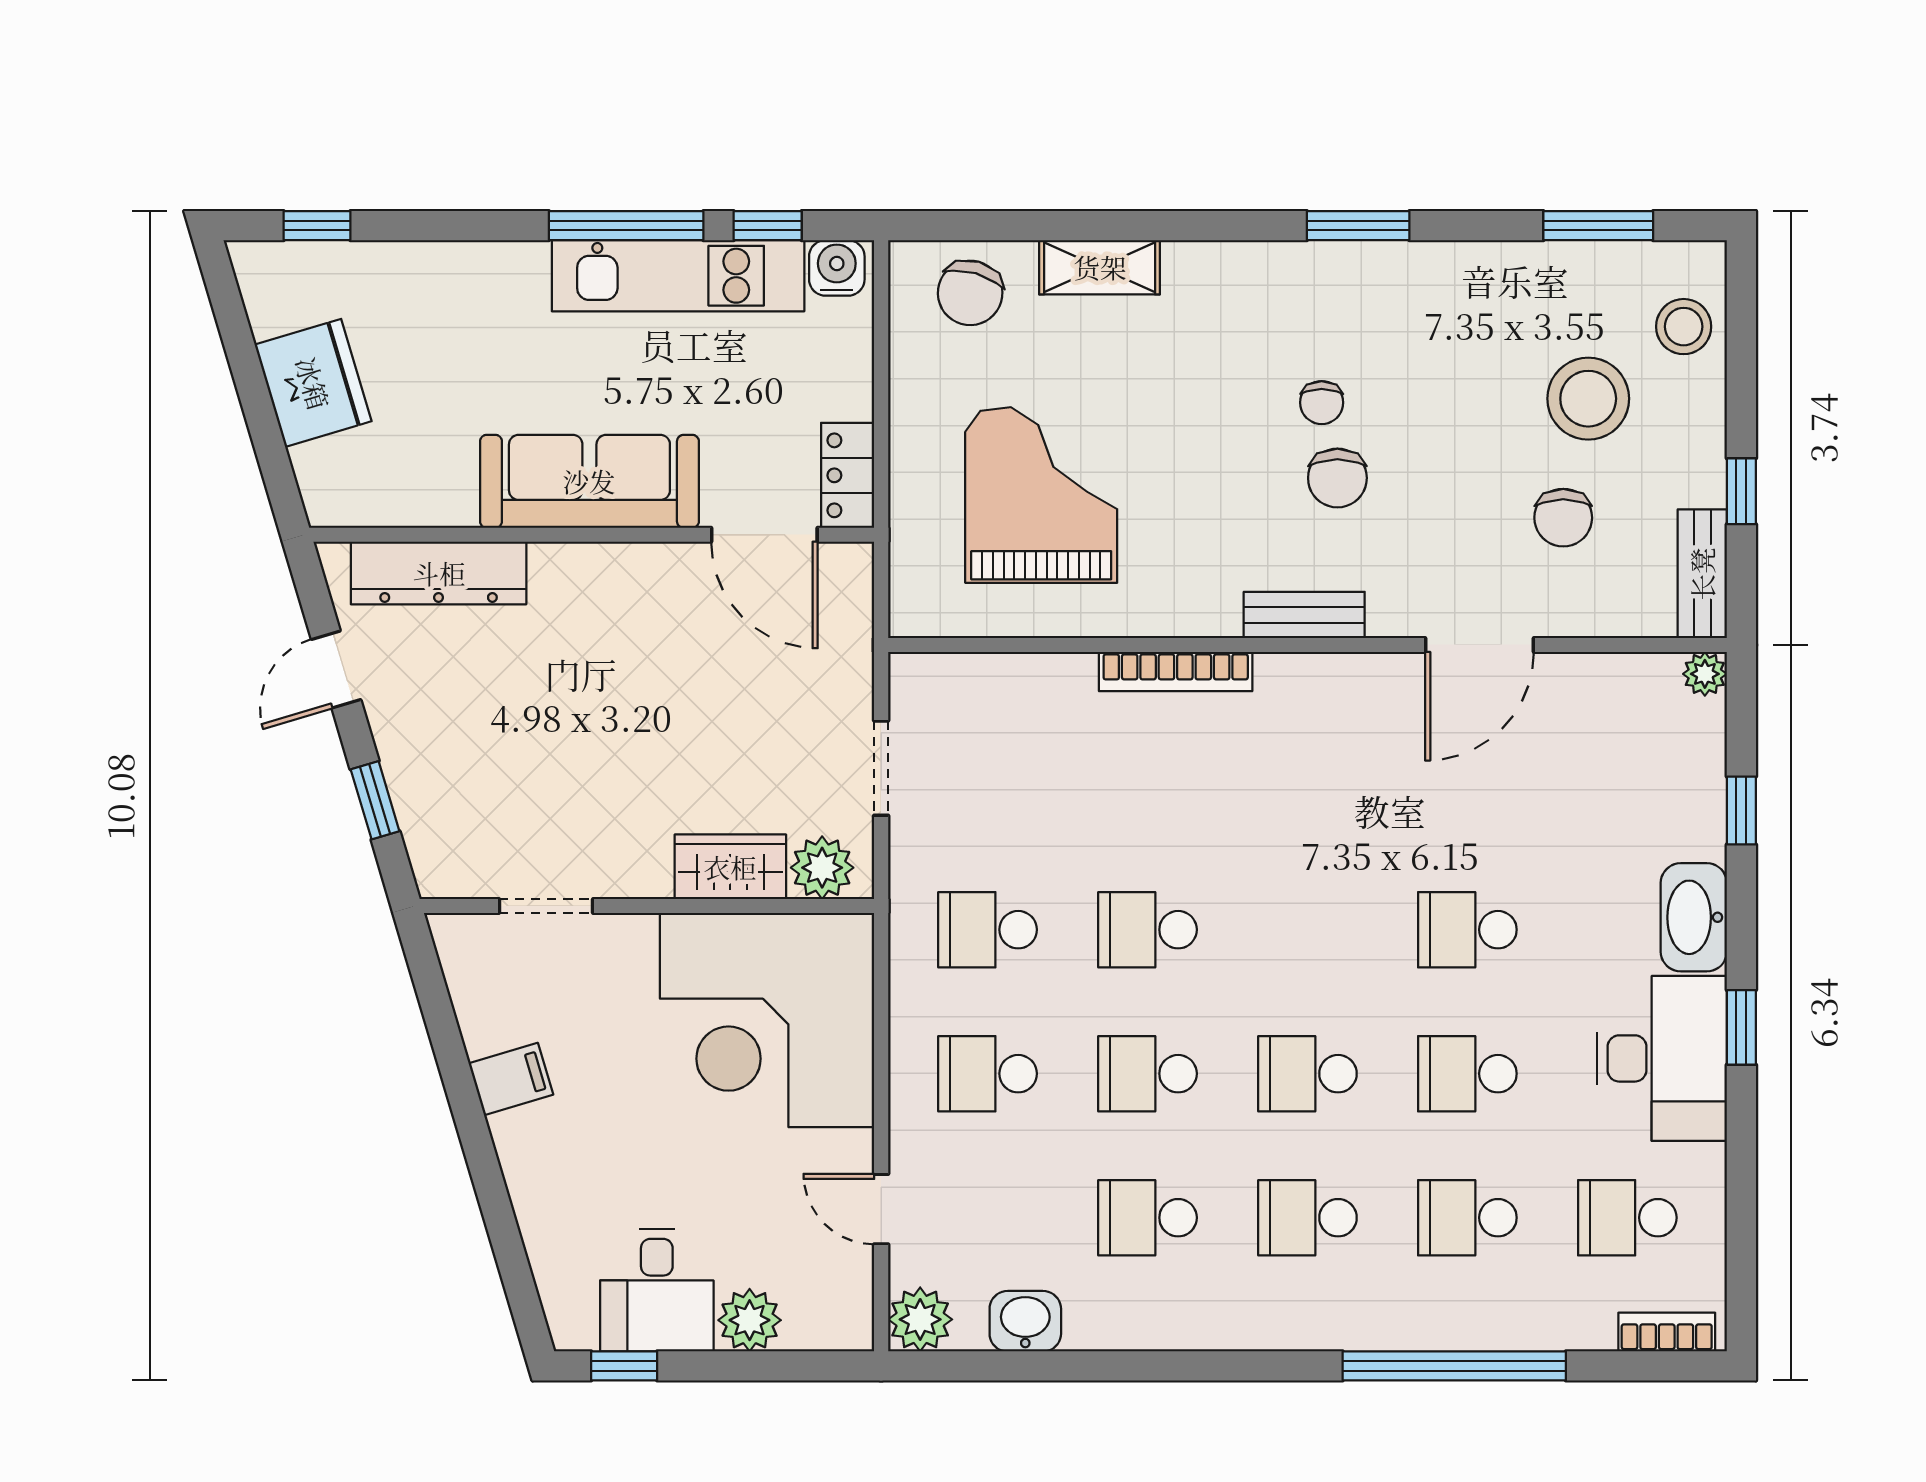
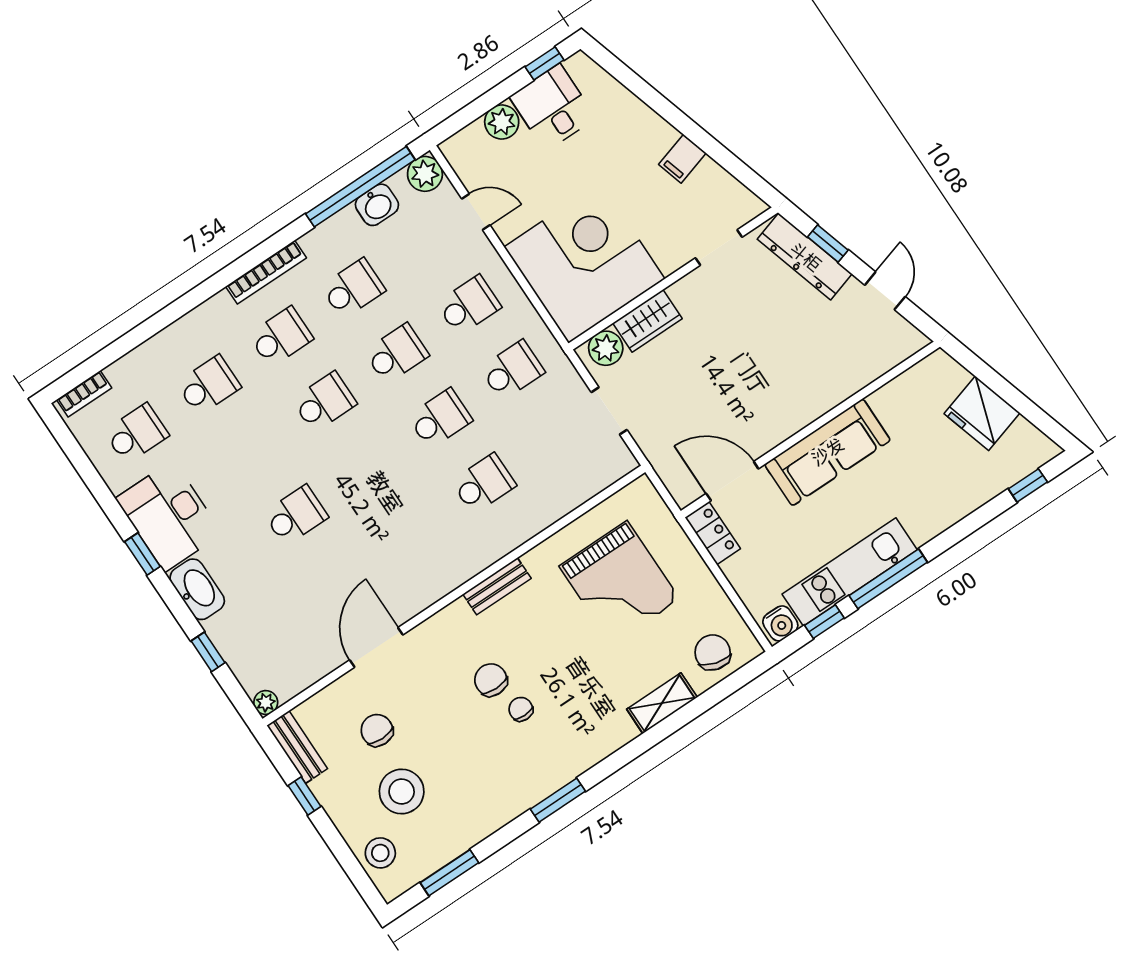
dresser: (439, 573) -> (805, 257), moved, turned -107
bench: (1304, 615) -> (497, 586), moved
bookcase: (1176, 672) -> (266, 272), moved, turned 180
school desk: (1467, 1074) -> (484, 484), moved
window: (1454, 1366) -> (360, 187), moved

